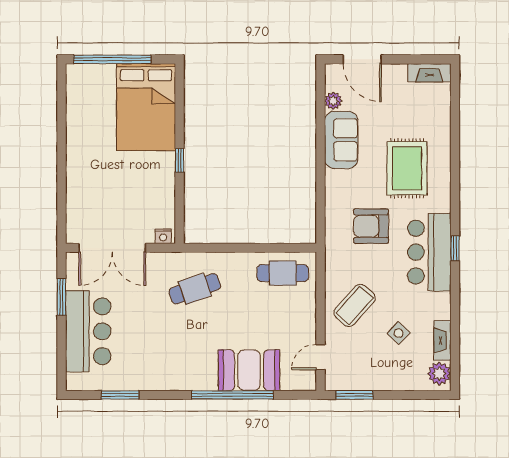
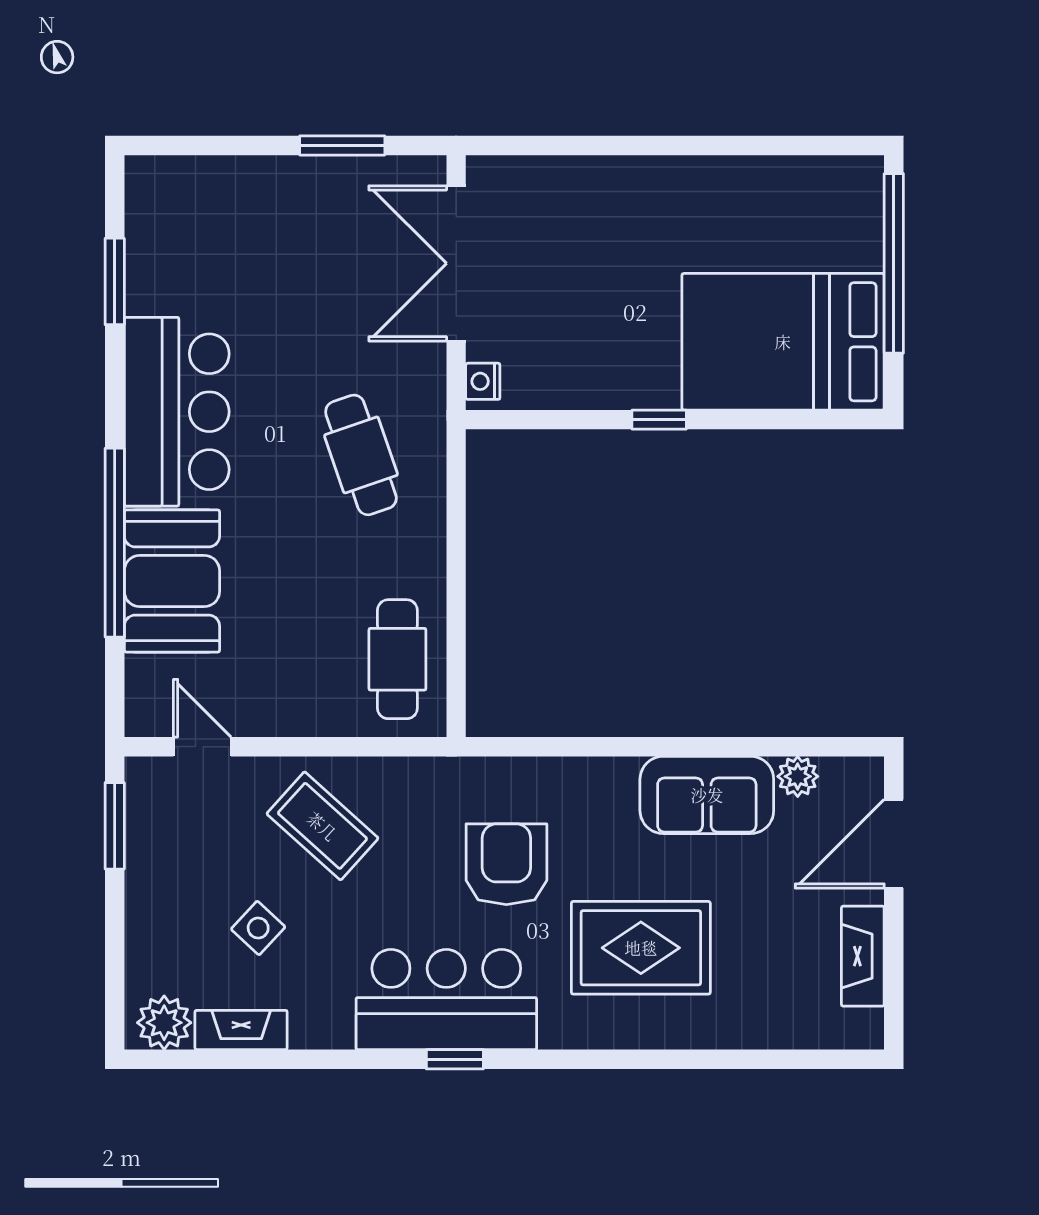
fireplace: (429, 73) -> (863, 956), moved
bar counter: (88, 331) -> (177, 412), moved, turned -90

